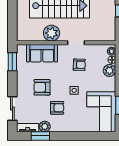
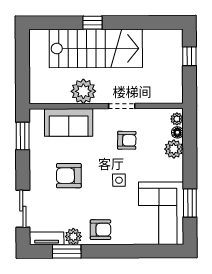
armchair: (57, 108) -> (100, 230), moved

